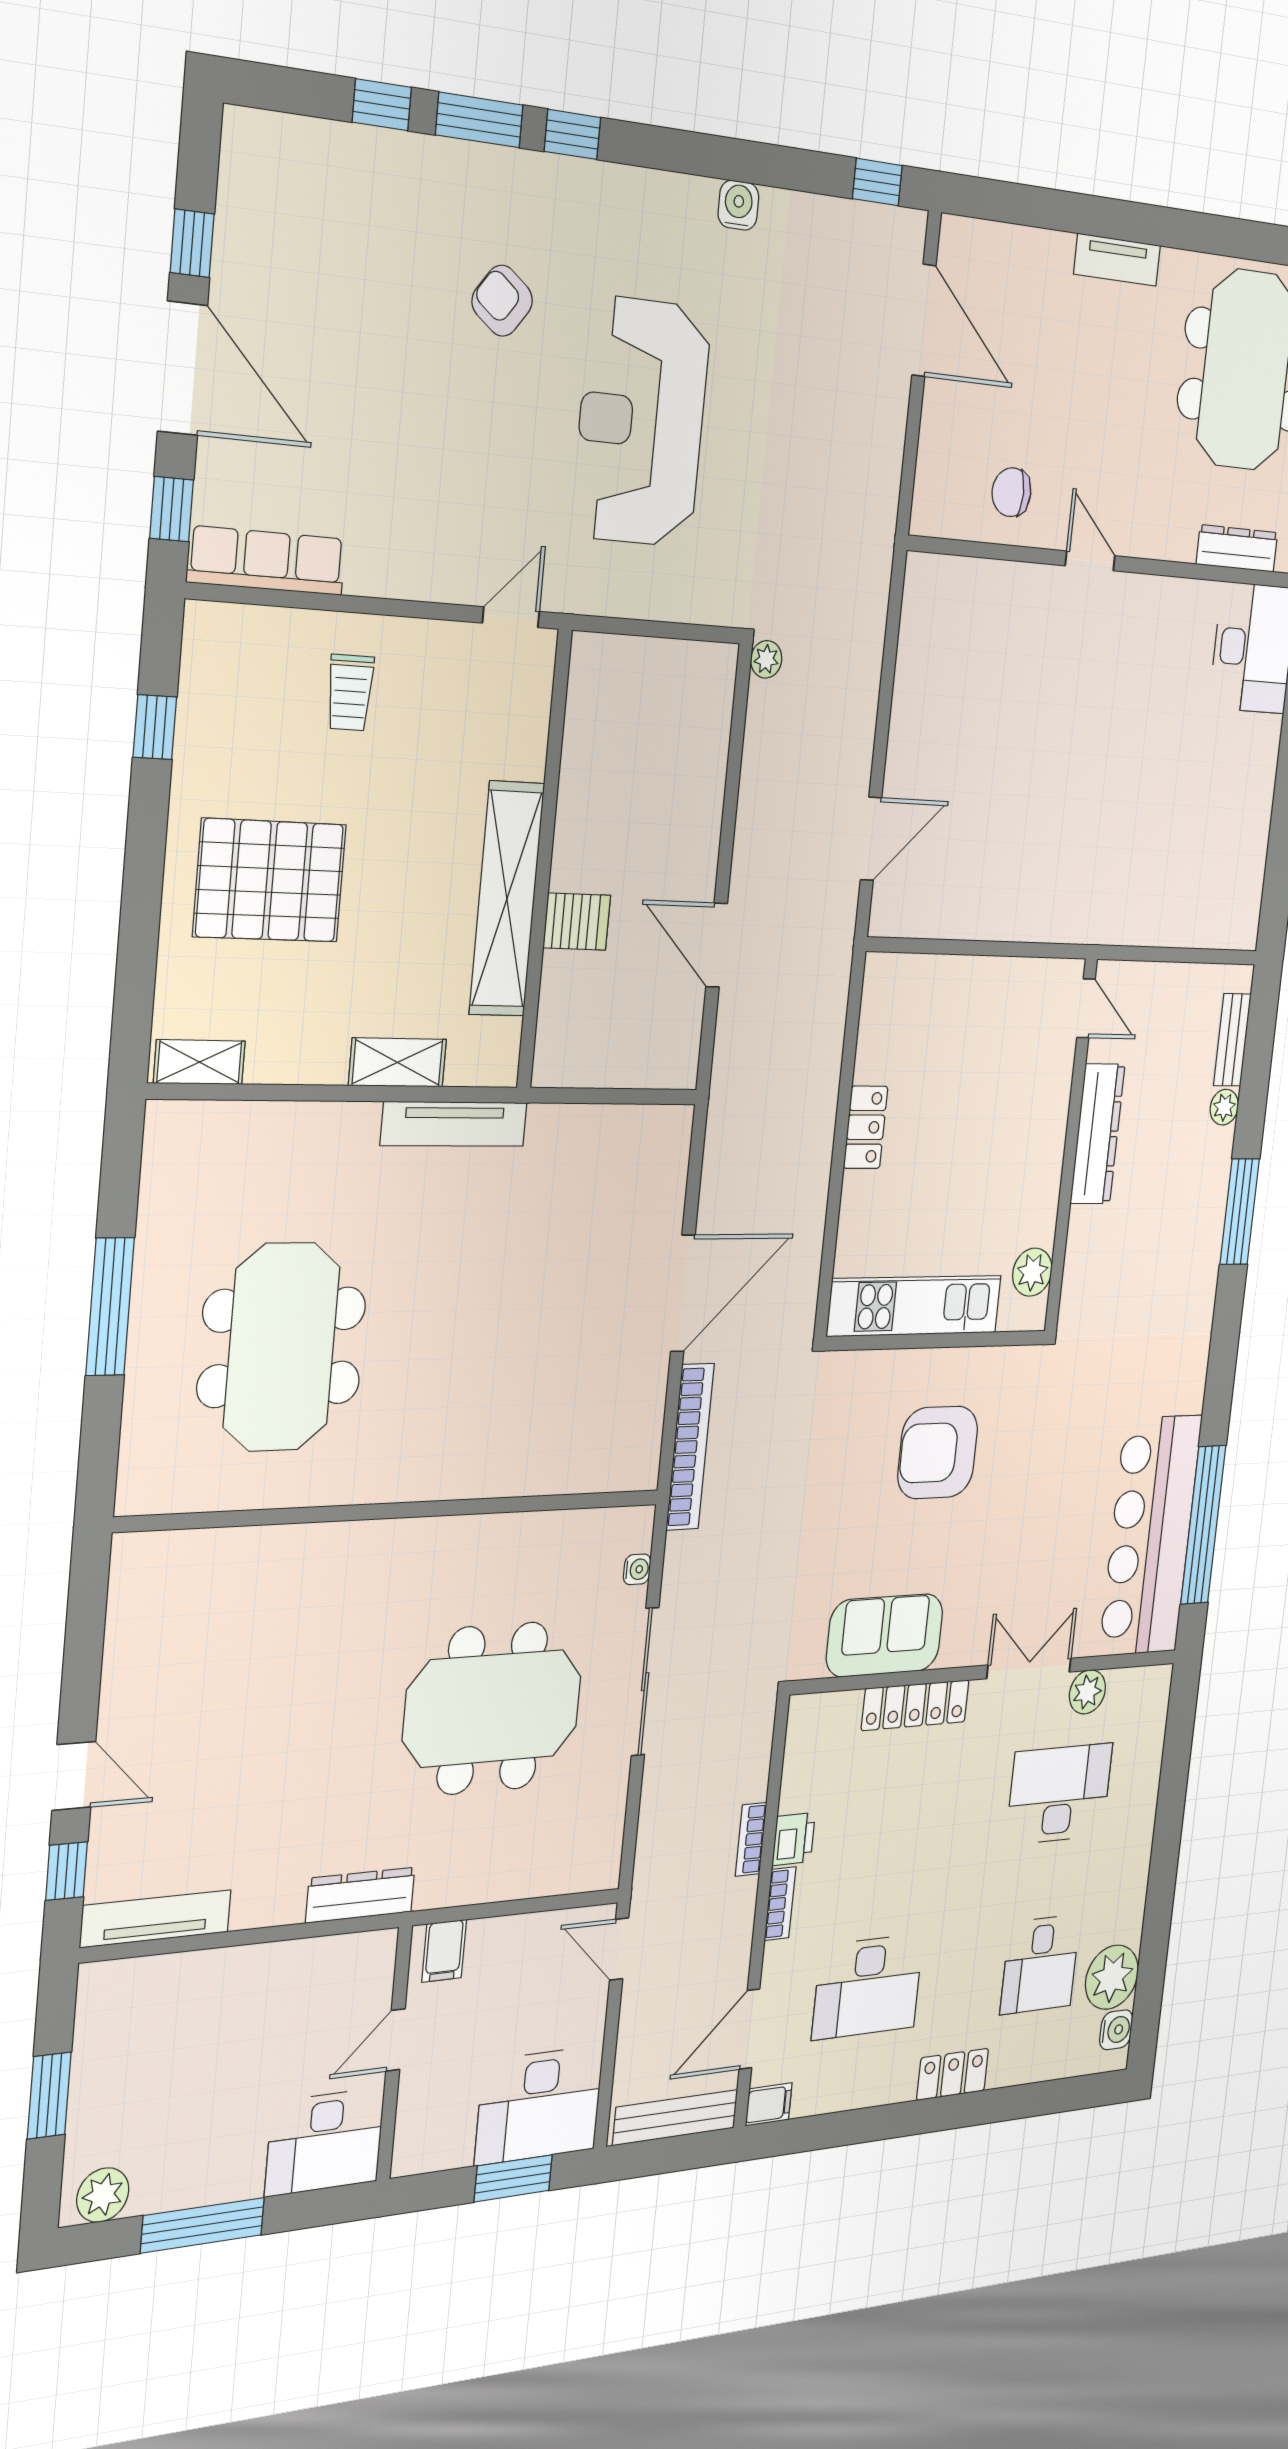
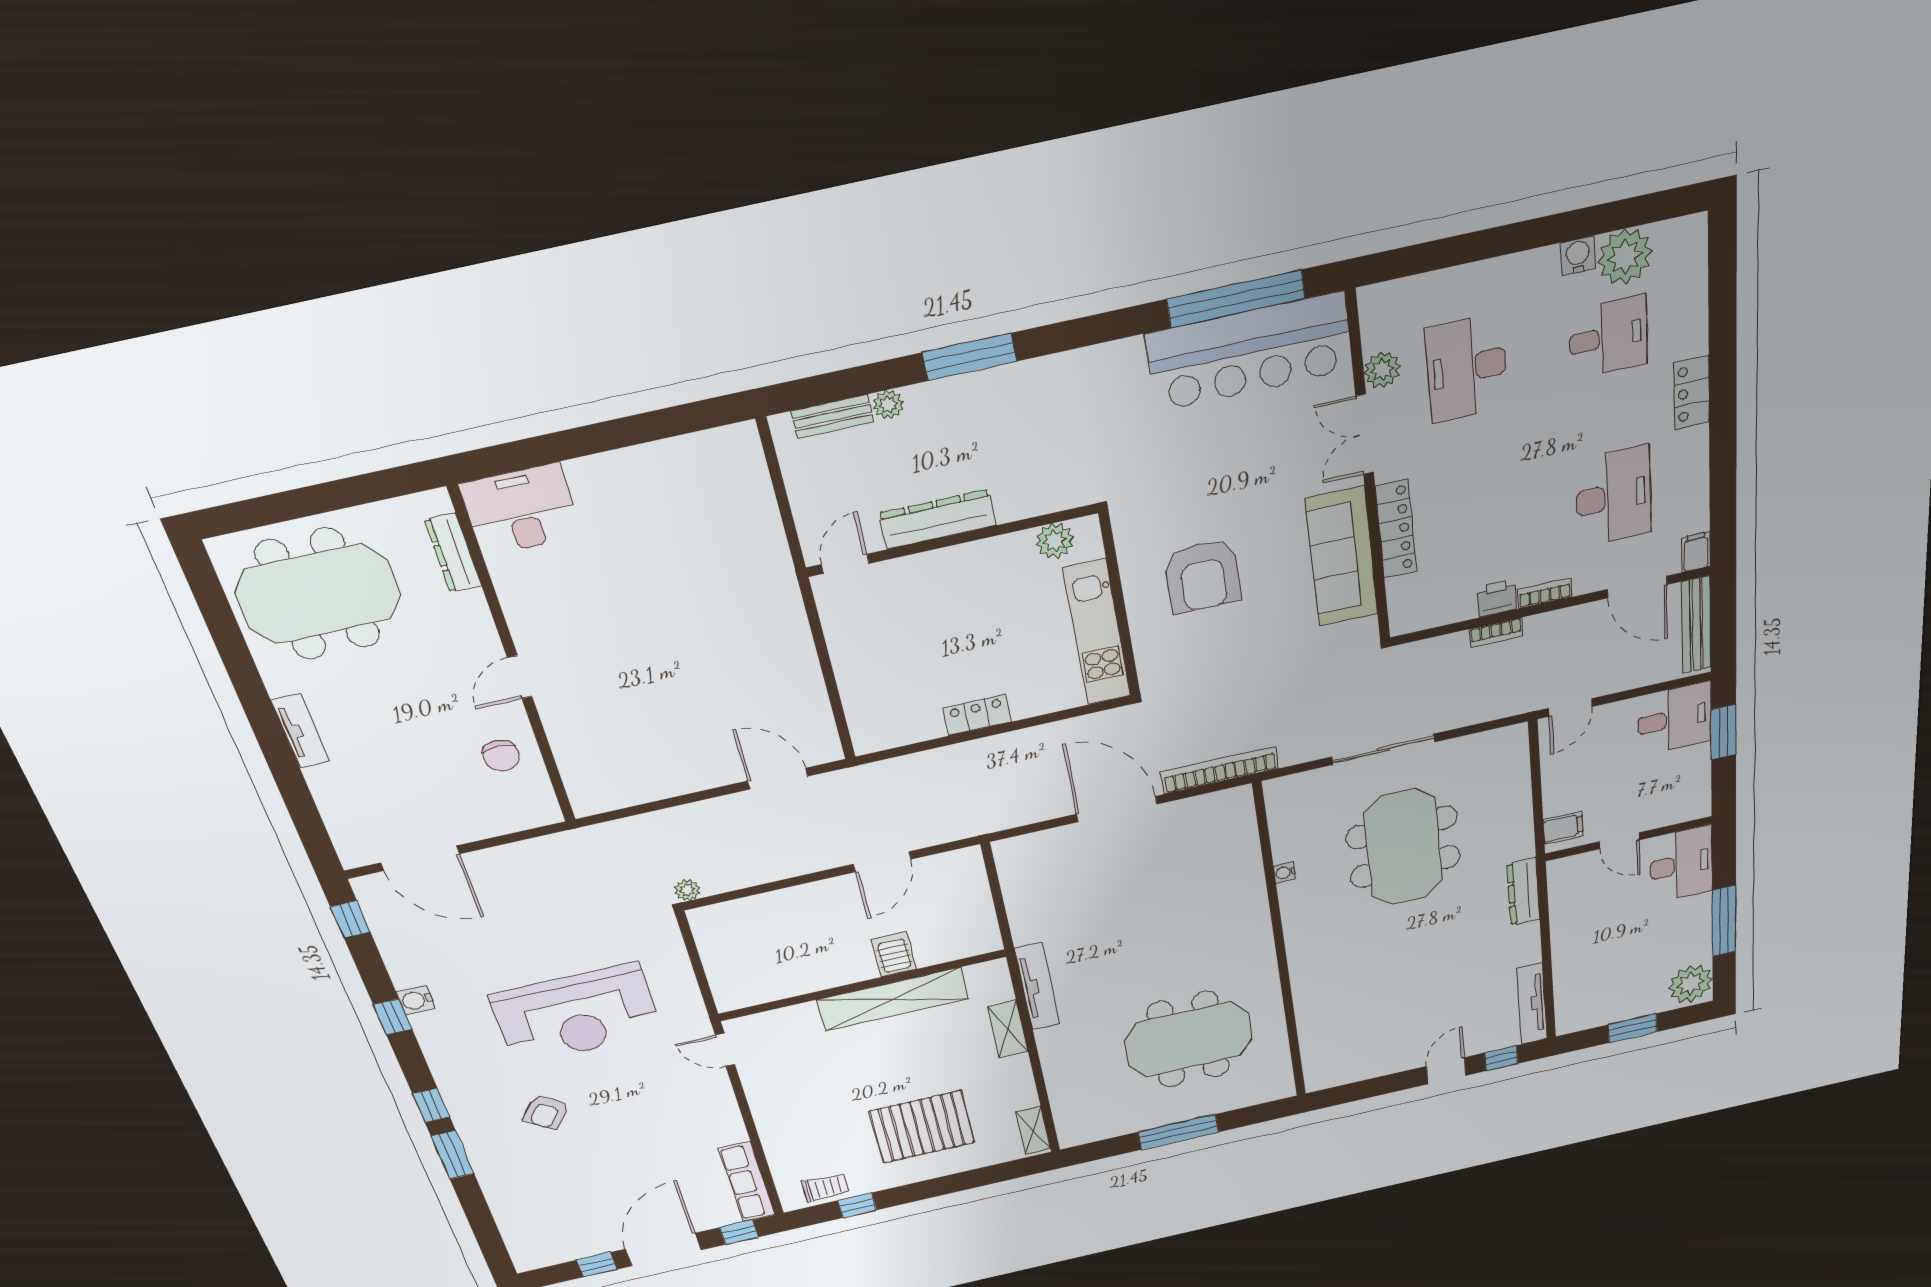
window: (382, 105) -> (393, 1017), moved
door: (924, 320) -> (420, 858), swing flipped
trolley: (350, 692) -> (825, 1187), moved
pallet: (270, 880) -> (922, 1127), turned 90
water cooler: (637, 1569) -> (1285, 873), moved, turned -90
sofa: (885, 1635) -> (1342, 557), width x1.36
water cooler: (1116, 2030) -> (1578, 256), moved
desk: (539, 2105) -> (1675, 719), width x0.73
plant: (103, 2195) -> (1690, 984), width x1.36, depth x1.36

